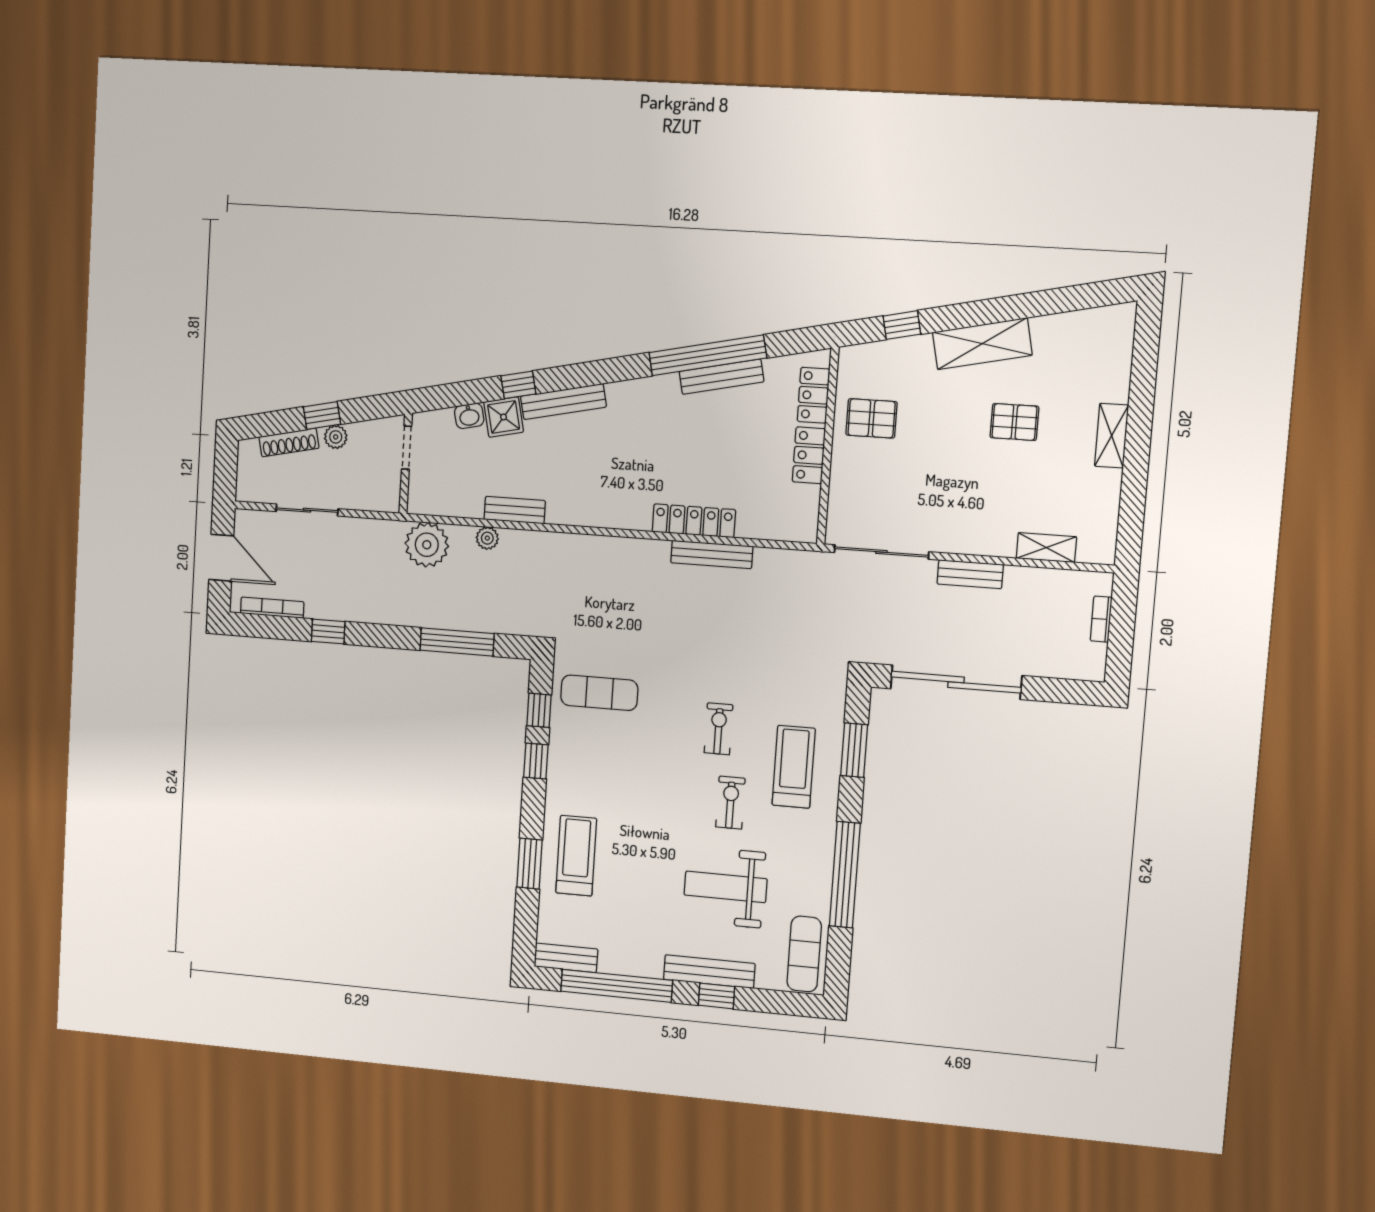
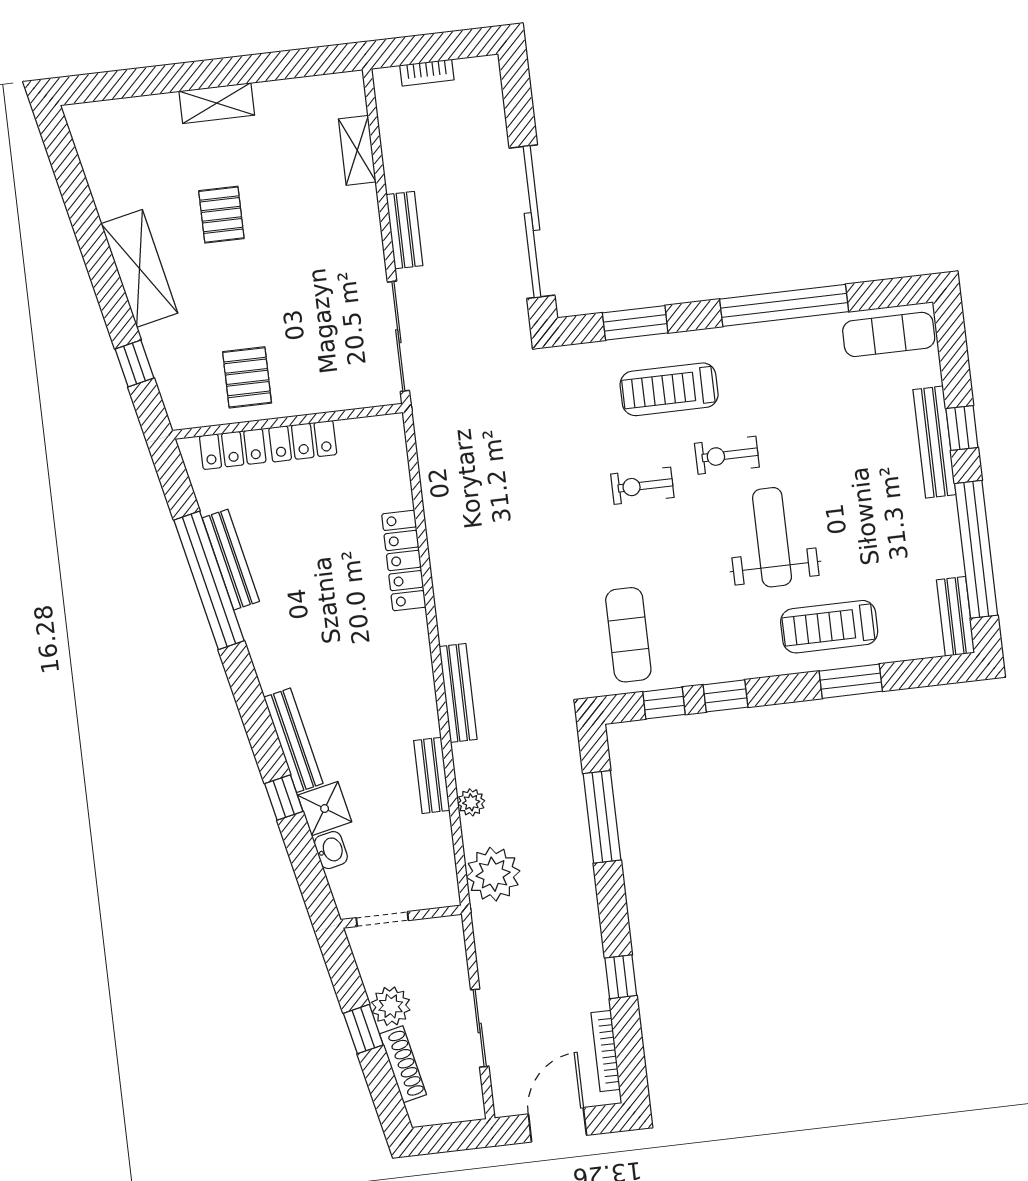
plant: (336, 437) -> (391, 1006), width x1.38, depth x1.38
bench: (712, 555) -> (458, 693), moved
weight bench: (726, 887) -> (772, 537), moved, turned 180

